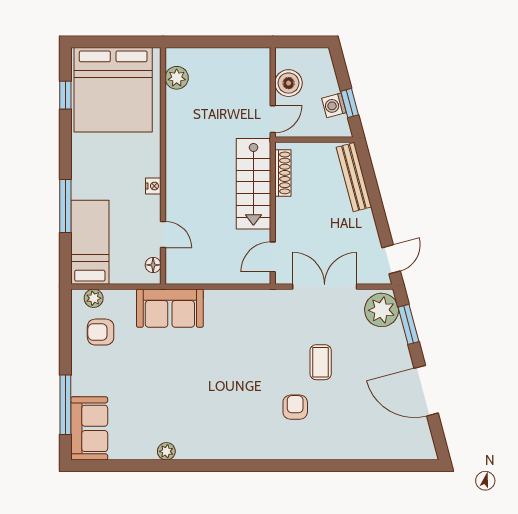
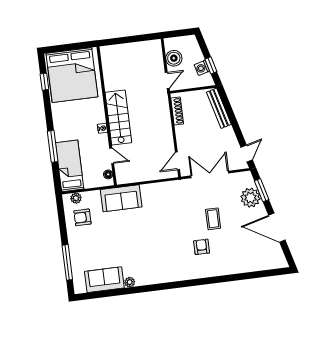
plant: (177, 78) -> (108, 63), removed
stairs: (253, 184) -> (118, 118), moved, turned 180
plant: (382, 310) -> (250, 198), moved
sofa: (89, 428) -> (104, 280), moved, turned -90

